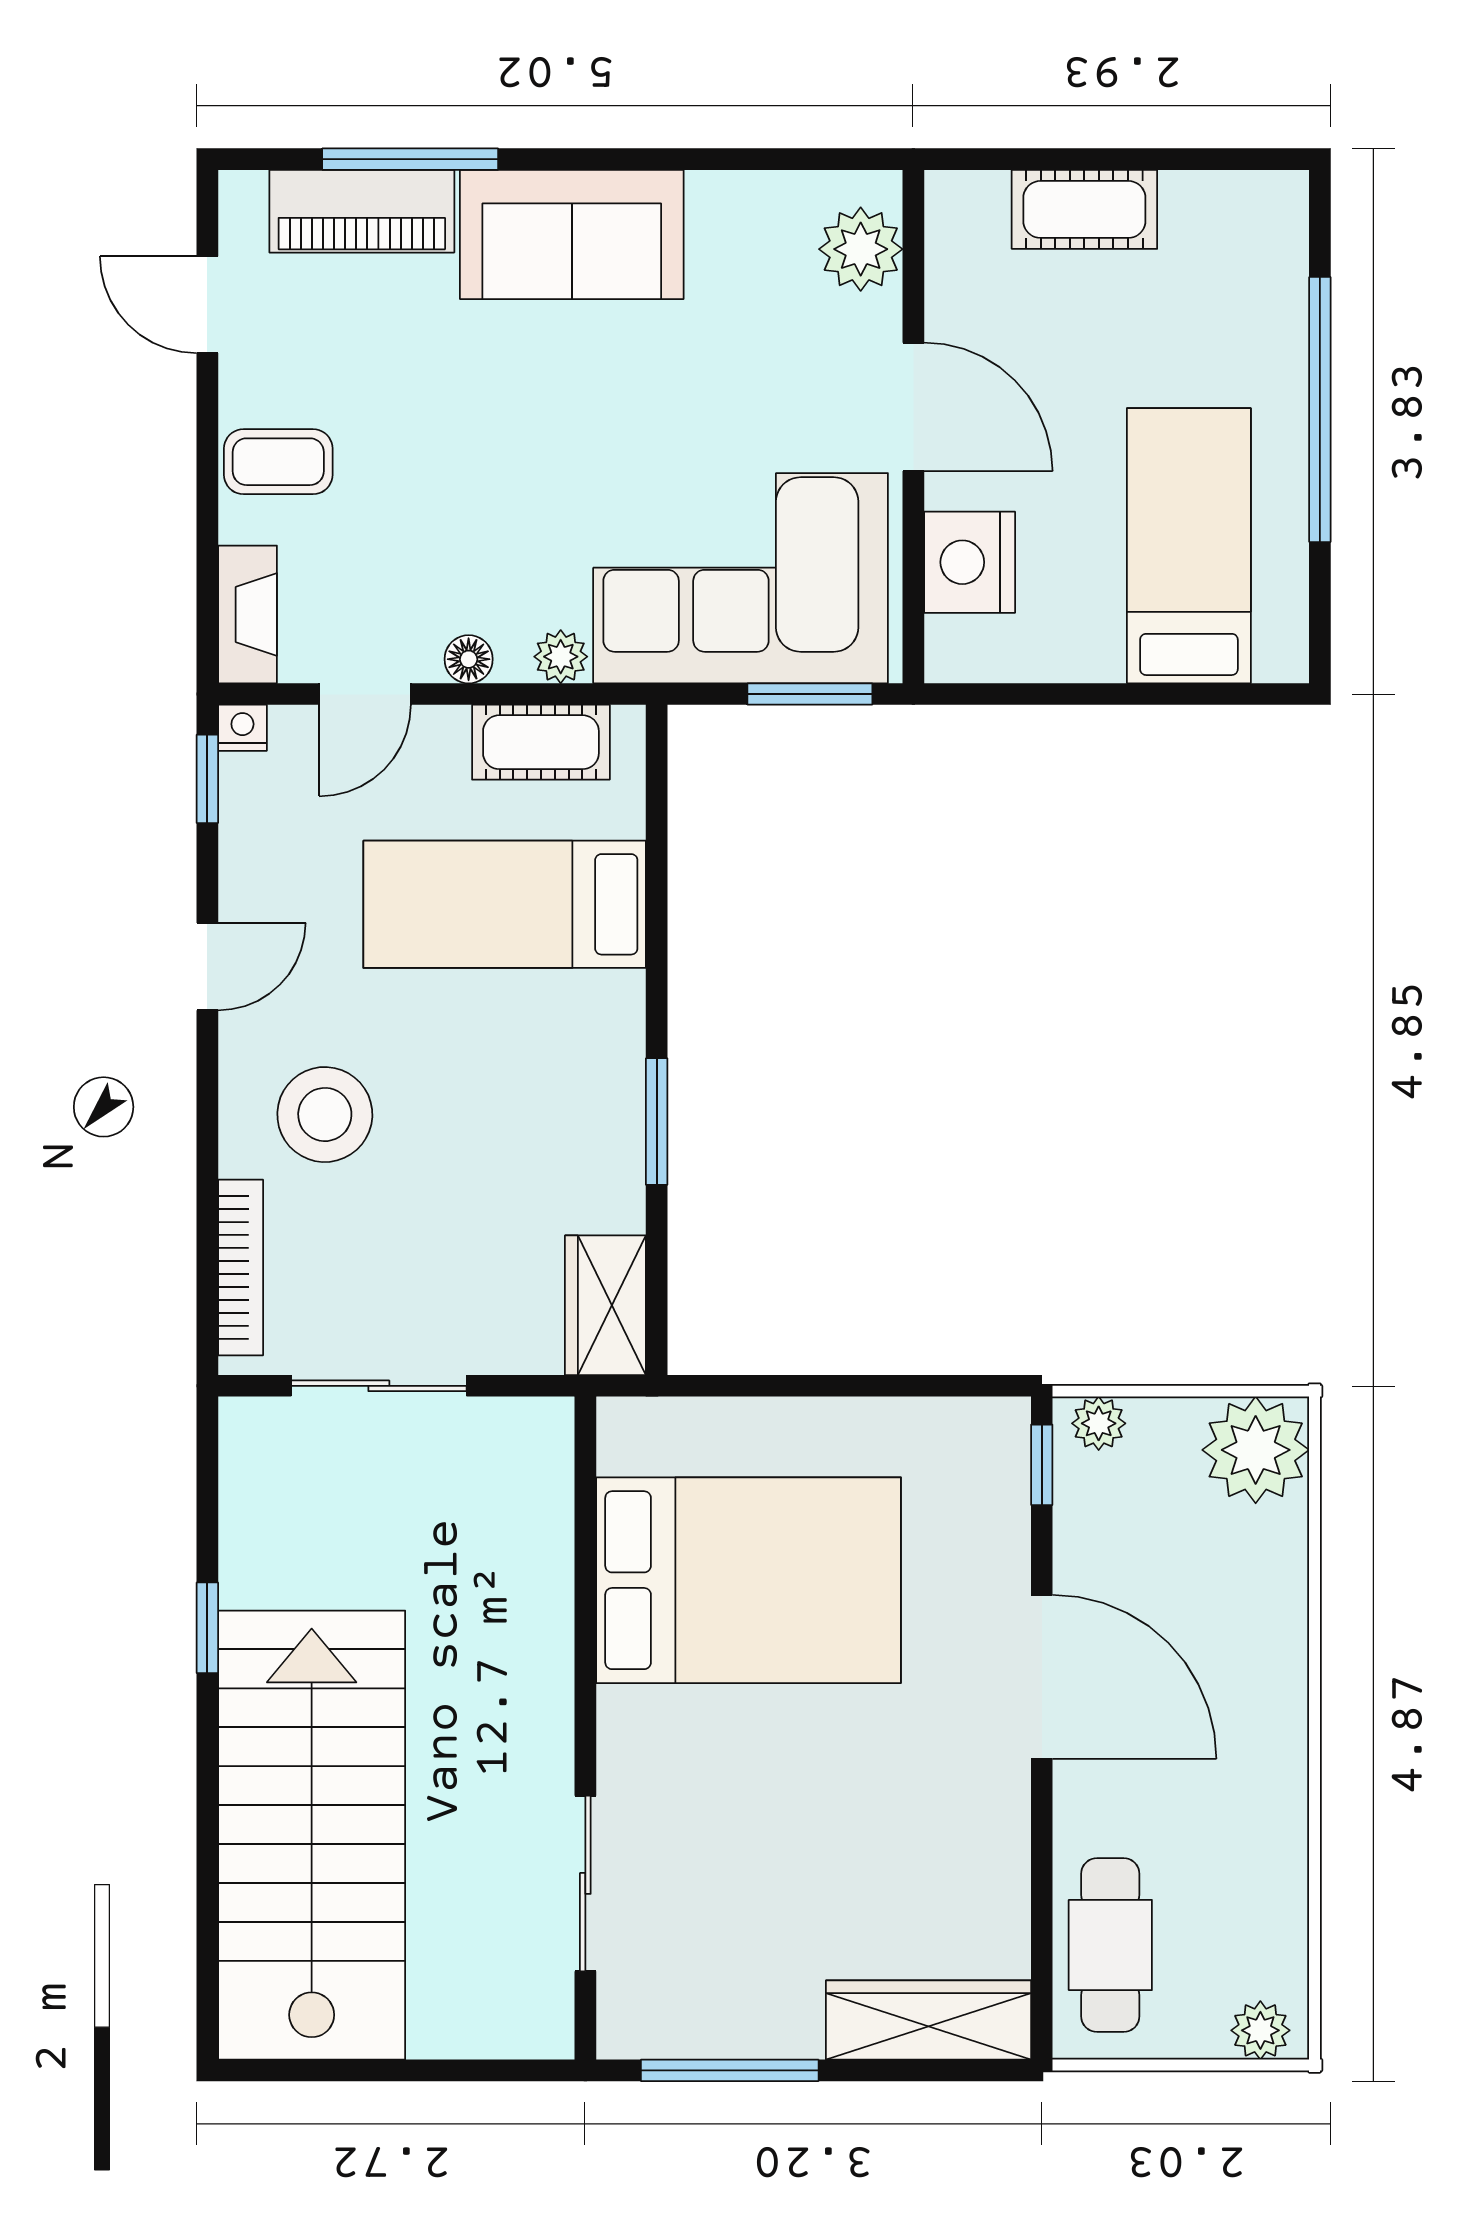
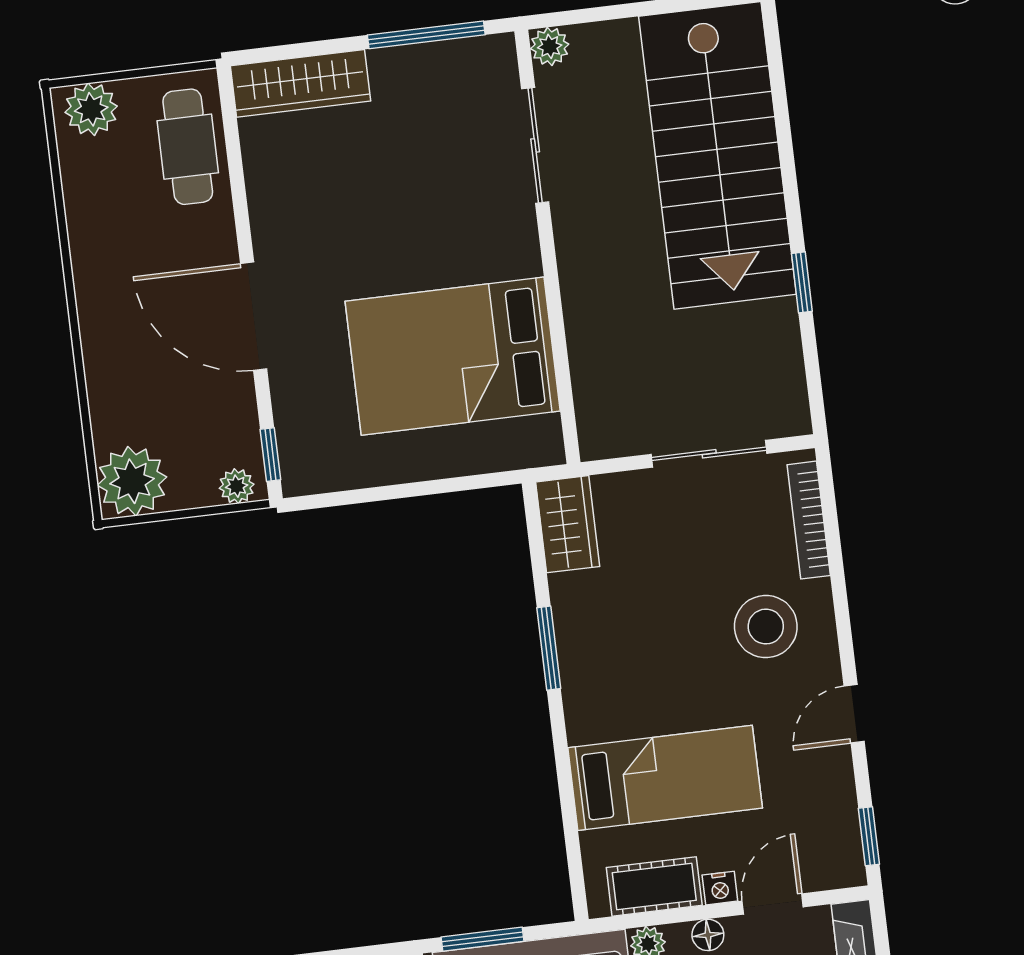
nightstand: (242, 728) -> (720, 888), moved
plant: (545, 2030) -> (550, 46), added
plant: (1260, 2030) -> (91, 109), width x1.38, depth x1.38

